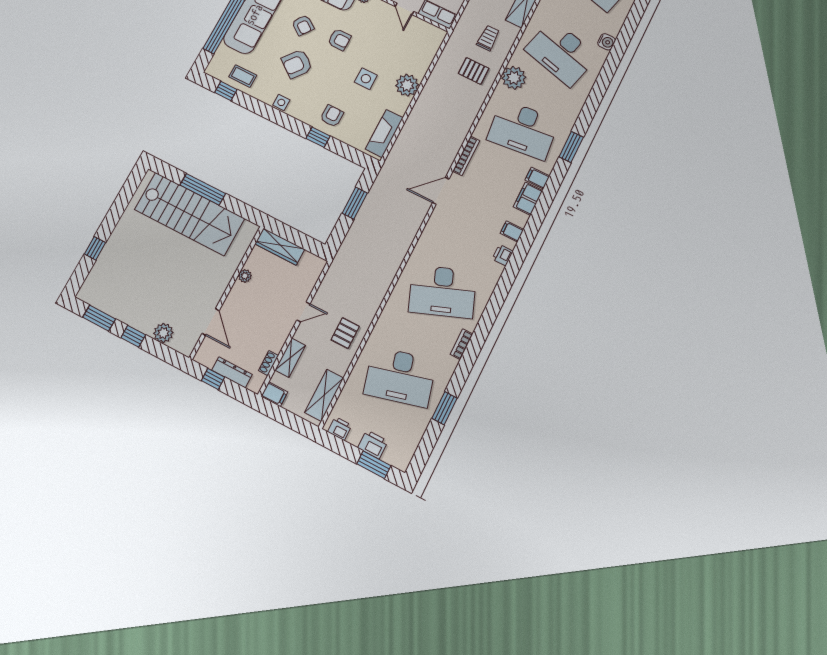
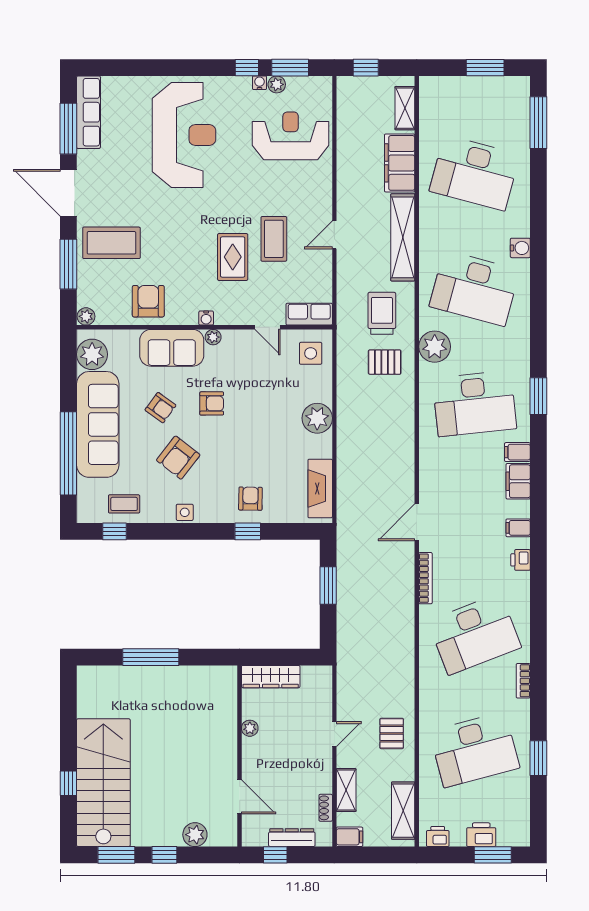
trolley: (488, 38) -> (382, 313), width x1.36, depth x1.39
side table: (366, 79) -> (311, 353), moved
bookcase: (466, 156) -> (425, 578), moved
stairs: (190, 214) -> (103, 783), moved, turned -90

